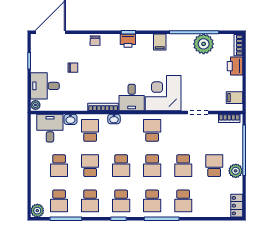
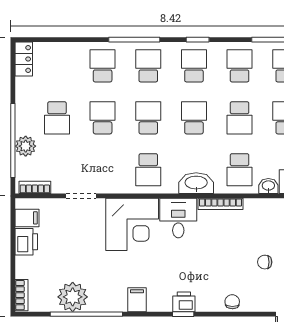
printer: (235, 66) -> (26, 242), moved
washbasin: (114, 119) -> (196, 183), width x1.91, depth x1.45
plant: (236, 171) -> (26, 146), moved

